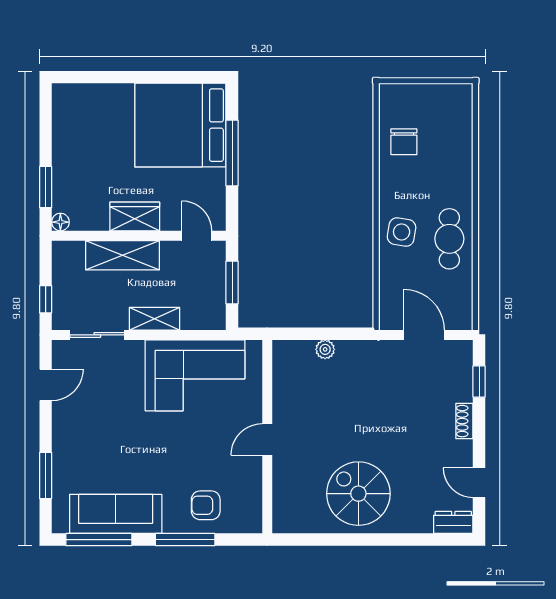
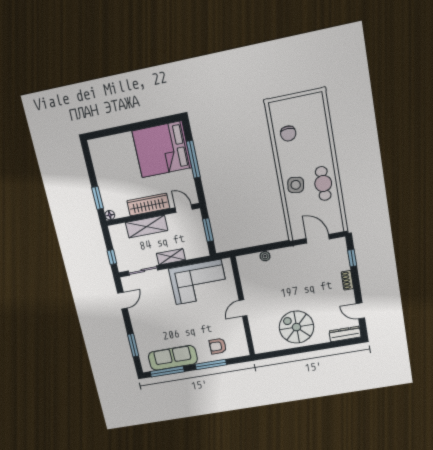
wardrobe: (135, 216) -> (148, 205), width x1.50
dresser: (453, 522) -> (345, 334), width x1.44

